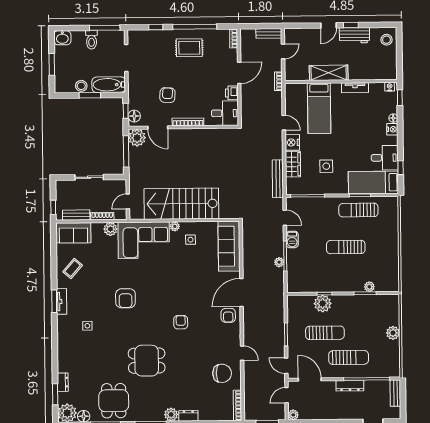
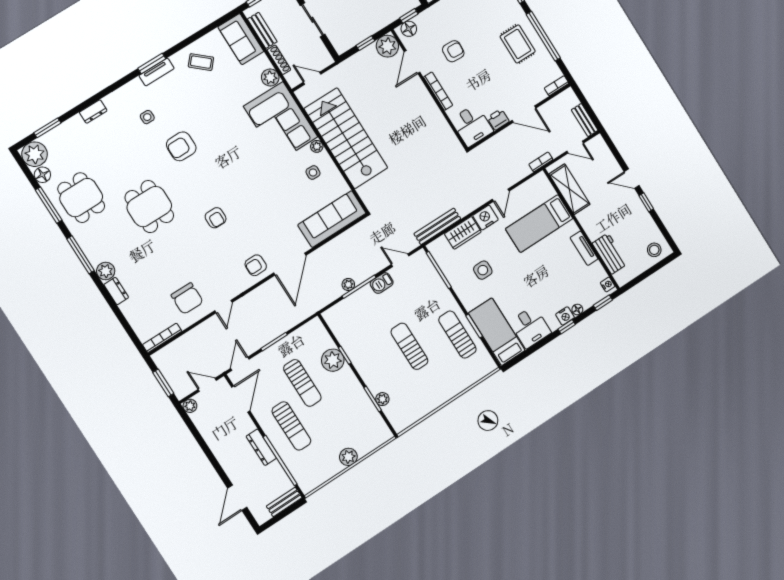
workbench: (354, 35) -> (610, 254), moved, turned 180
shelving: (329, 73) -> (569, 189), moved
window: (126, 151) -> (365, 43), width x0.46
window: (401, 168) -> (567, 327), moved
door: (285, 218) -> (400, 260), swing flipped
door: (241, 292) -> (290, 264), swing flipped
armchair: (125, 298) -> (181, 146), moved
armchair: (181, 322) -> (216, 218), turned 90
dresser: (63, 382) -> (93, 111), moved
dining table: (114, 401) -> (81, 198), turned 90

